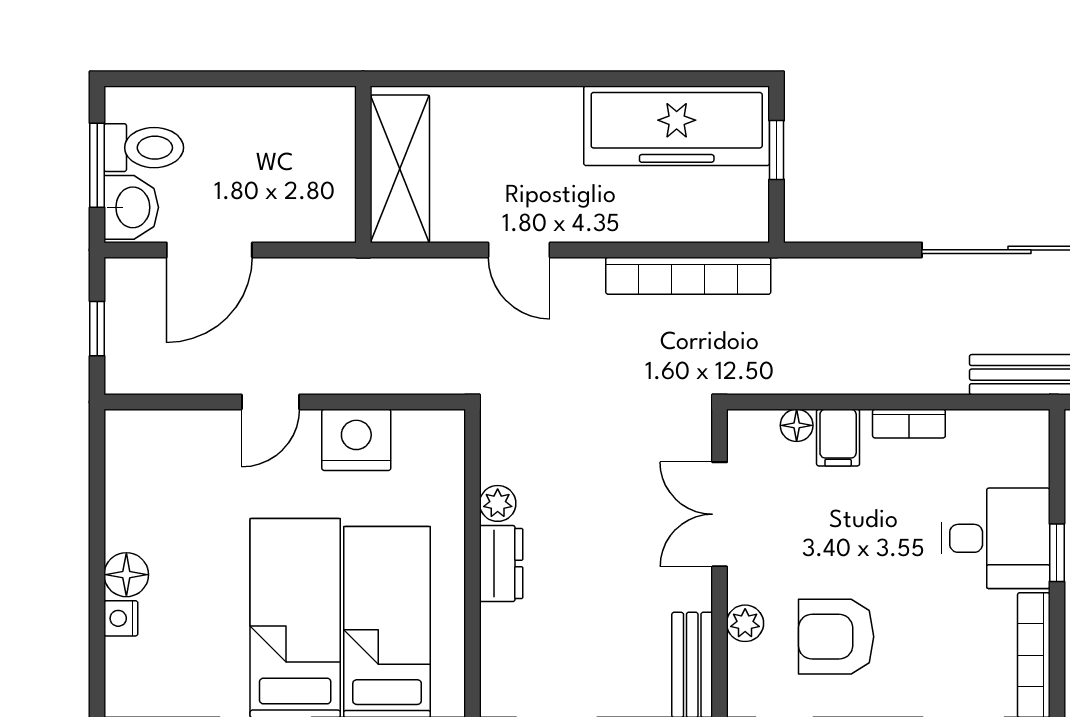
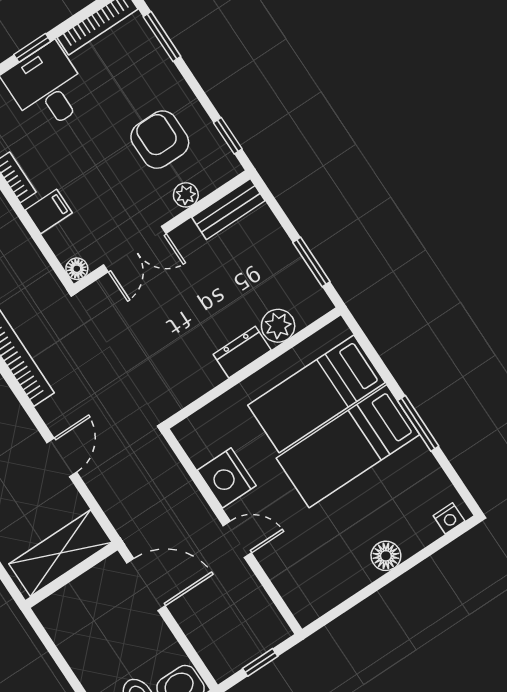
door: (209, 250) -> (146, 585), moved
floor lamp: (797, 425) -> (77, 269), moved
plant: (498, 503) -> (278, 326), moved, width x1.38, depth x1.38
nightstand: (121, 618) -> (449, 518), moved
armchair: (836, 637) -> (160, 140), turned 180

